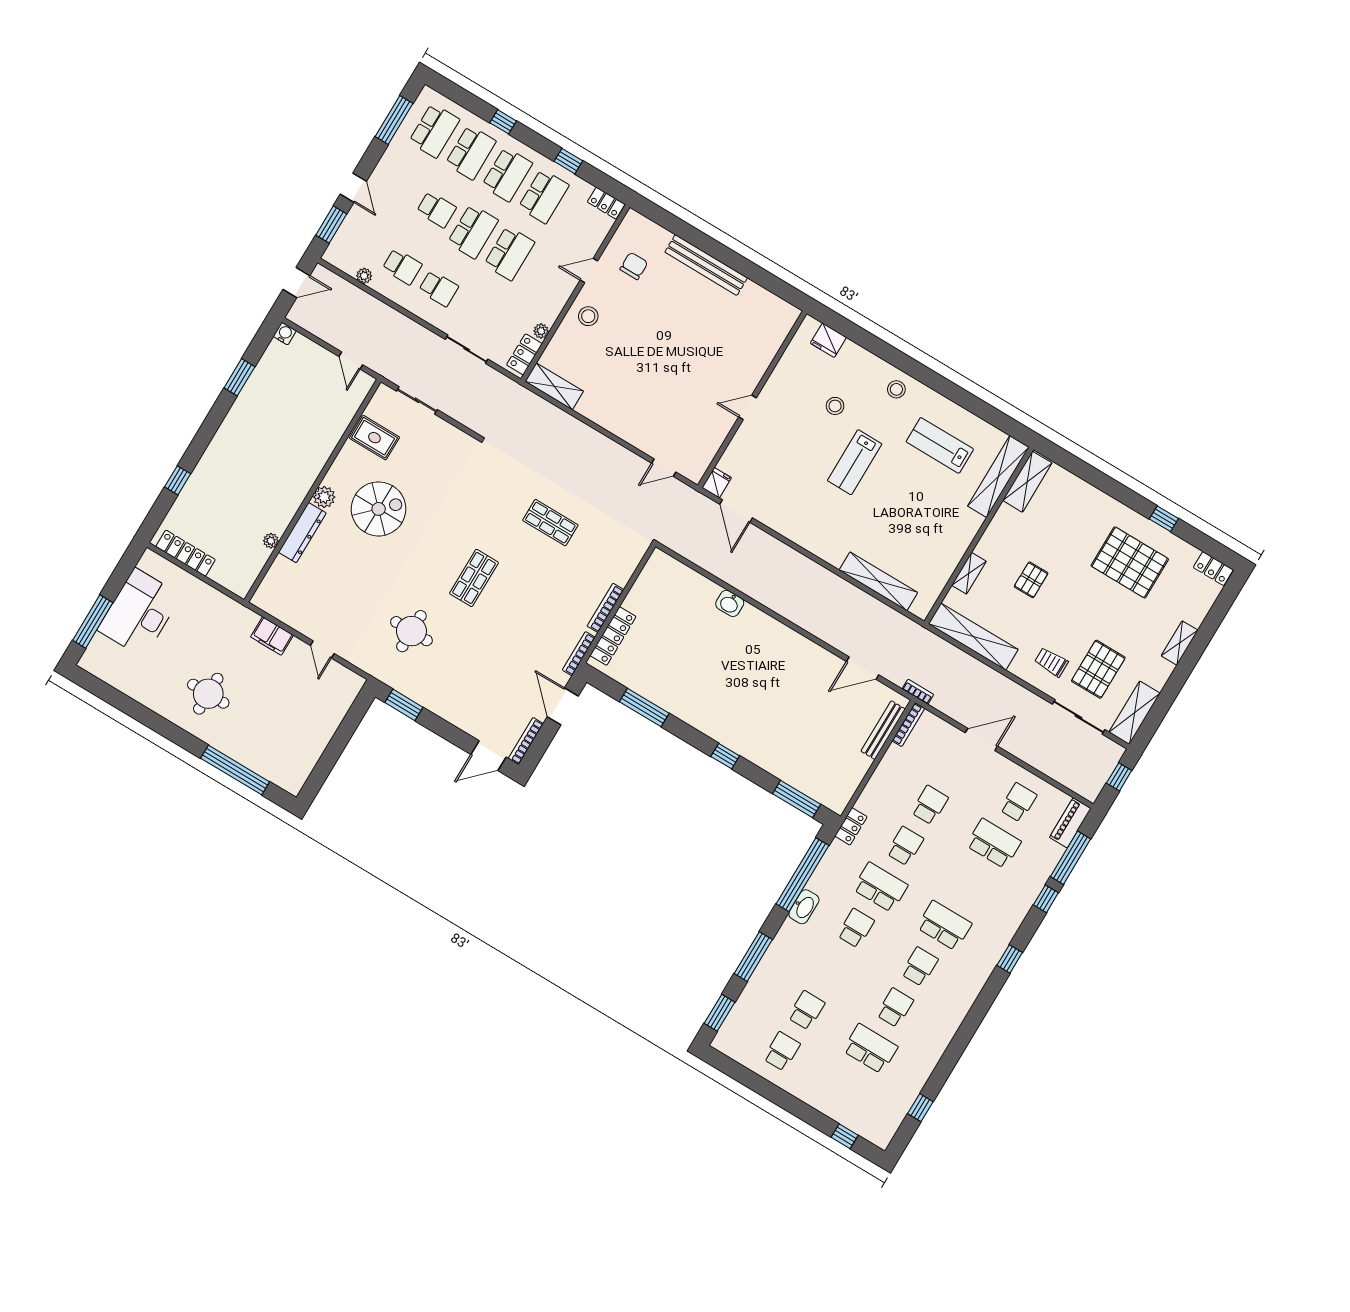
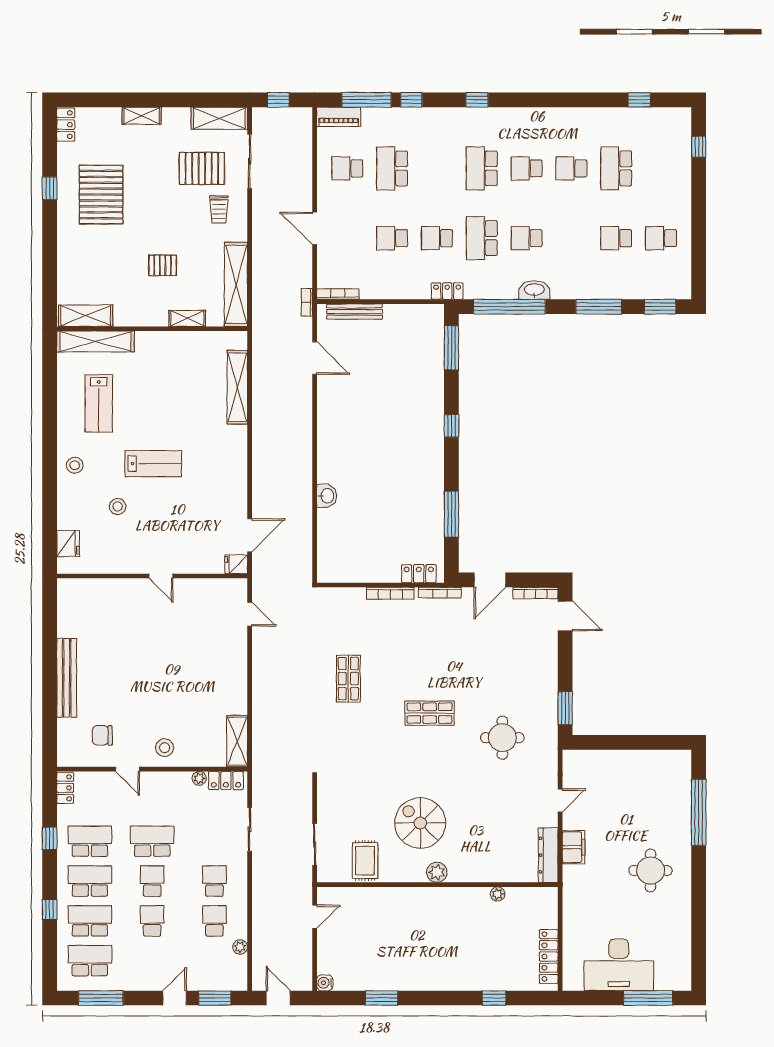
school desk: (473, 231) -> (152, 881), width x0.54
dresser: (302, 533) -> (548, 855), moved, turned -90
locker: (613, 636) -> (419, 574), width x0.66

